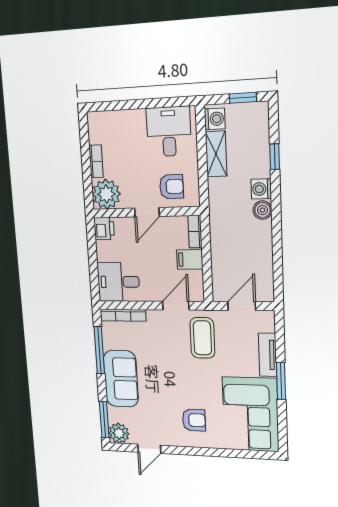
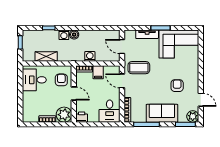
washing machine: (215, 119) -> (90, 56), moved
armchair: (194, 420) -> (177, 86), moved

